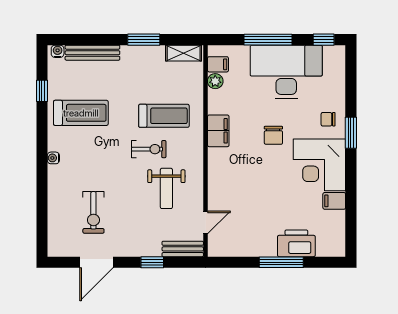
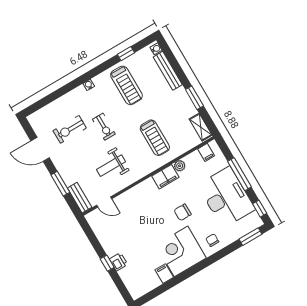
plant: (215, 81) -> (180, 166), moved
window: (351, 133) -> (250, 237), moved
exercise bike: (149, 149) -> (104, 127), moved
printer: (296, 243) -> (118, 262), width x0.53, depth x0.68
window: (152, 262) -> (60, 184), width x1.50
window: (281, 262) -> (107, 263), width x0.46

